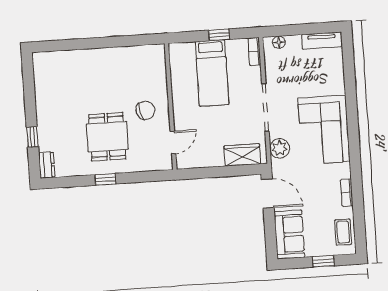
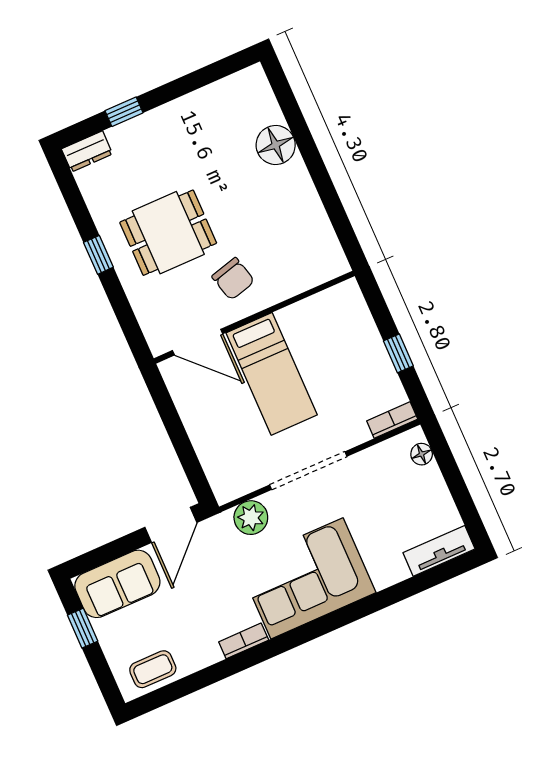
tv unit: (322, 41) -> (439, 551), moved, turned 90
floor lamp: (81, 60) -> (276, 145), added
bed: (212, 73) -> (272, 374), moved, turned -90
door: (173, 142) -> (198, 342), width x1.38
wardrobe: (242, 155) -> (218, 461), removed
bookcase: (347, 193) -> (244, 641), moved
window: (323, 261) -> (83, 628), moved

